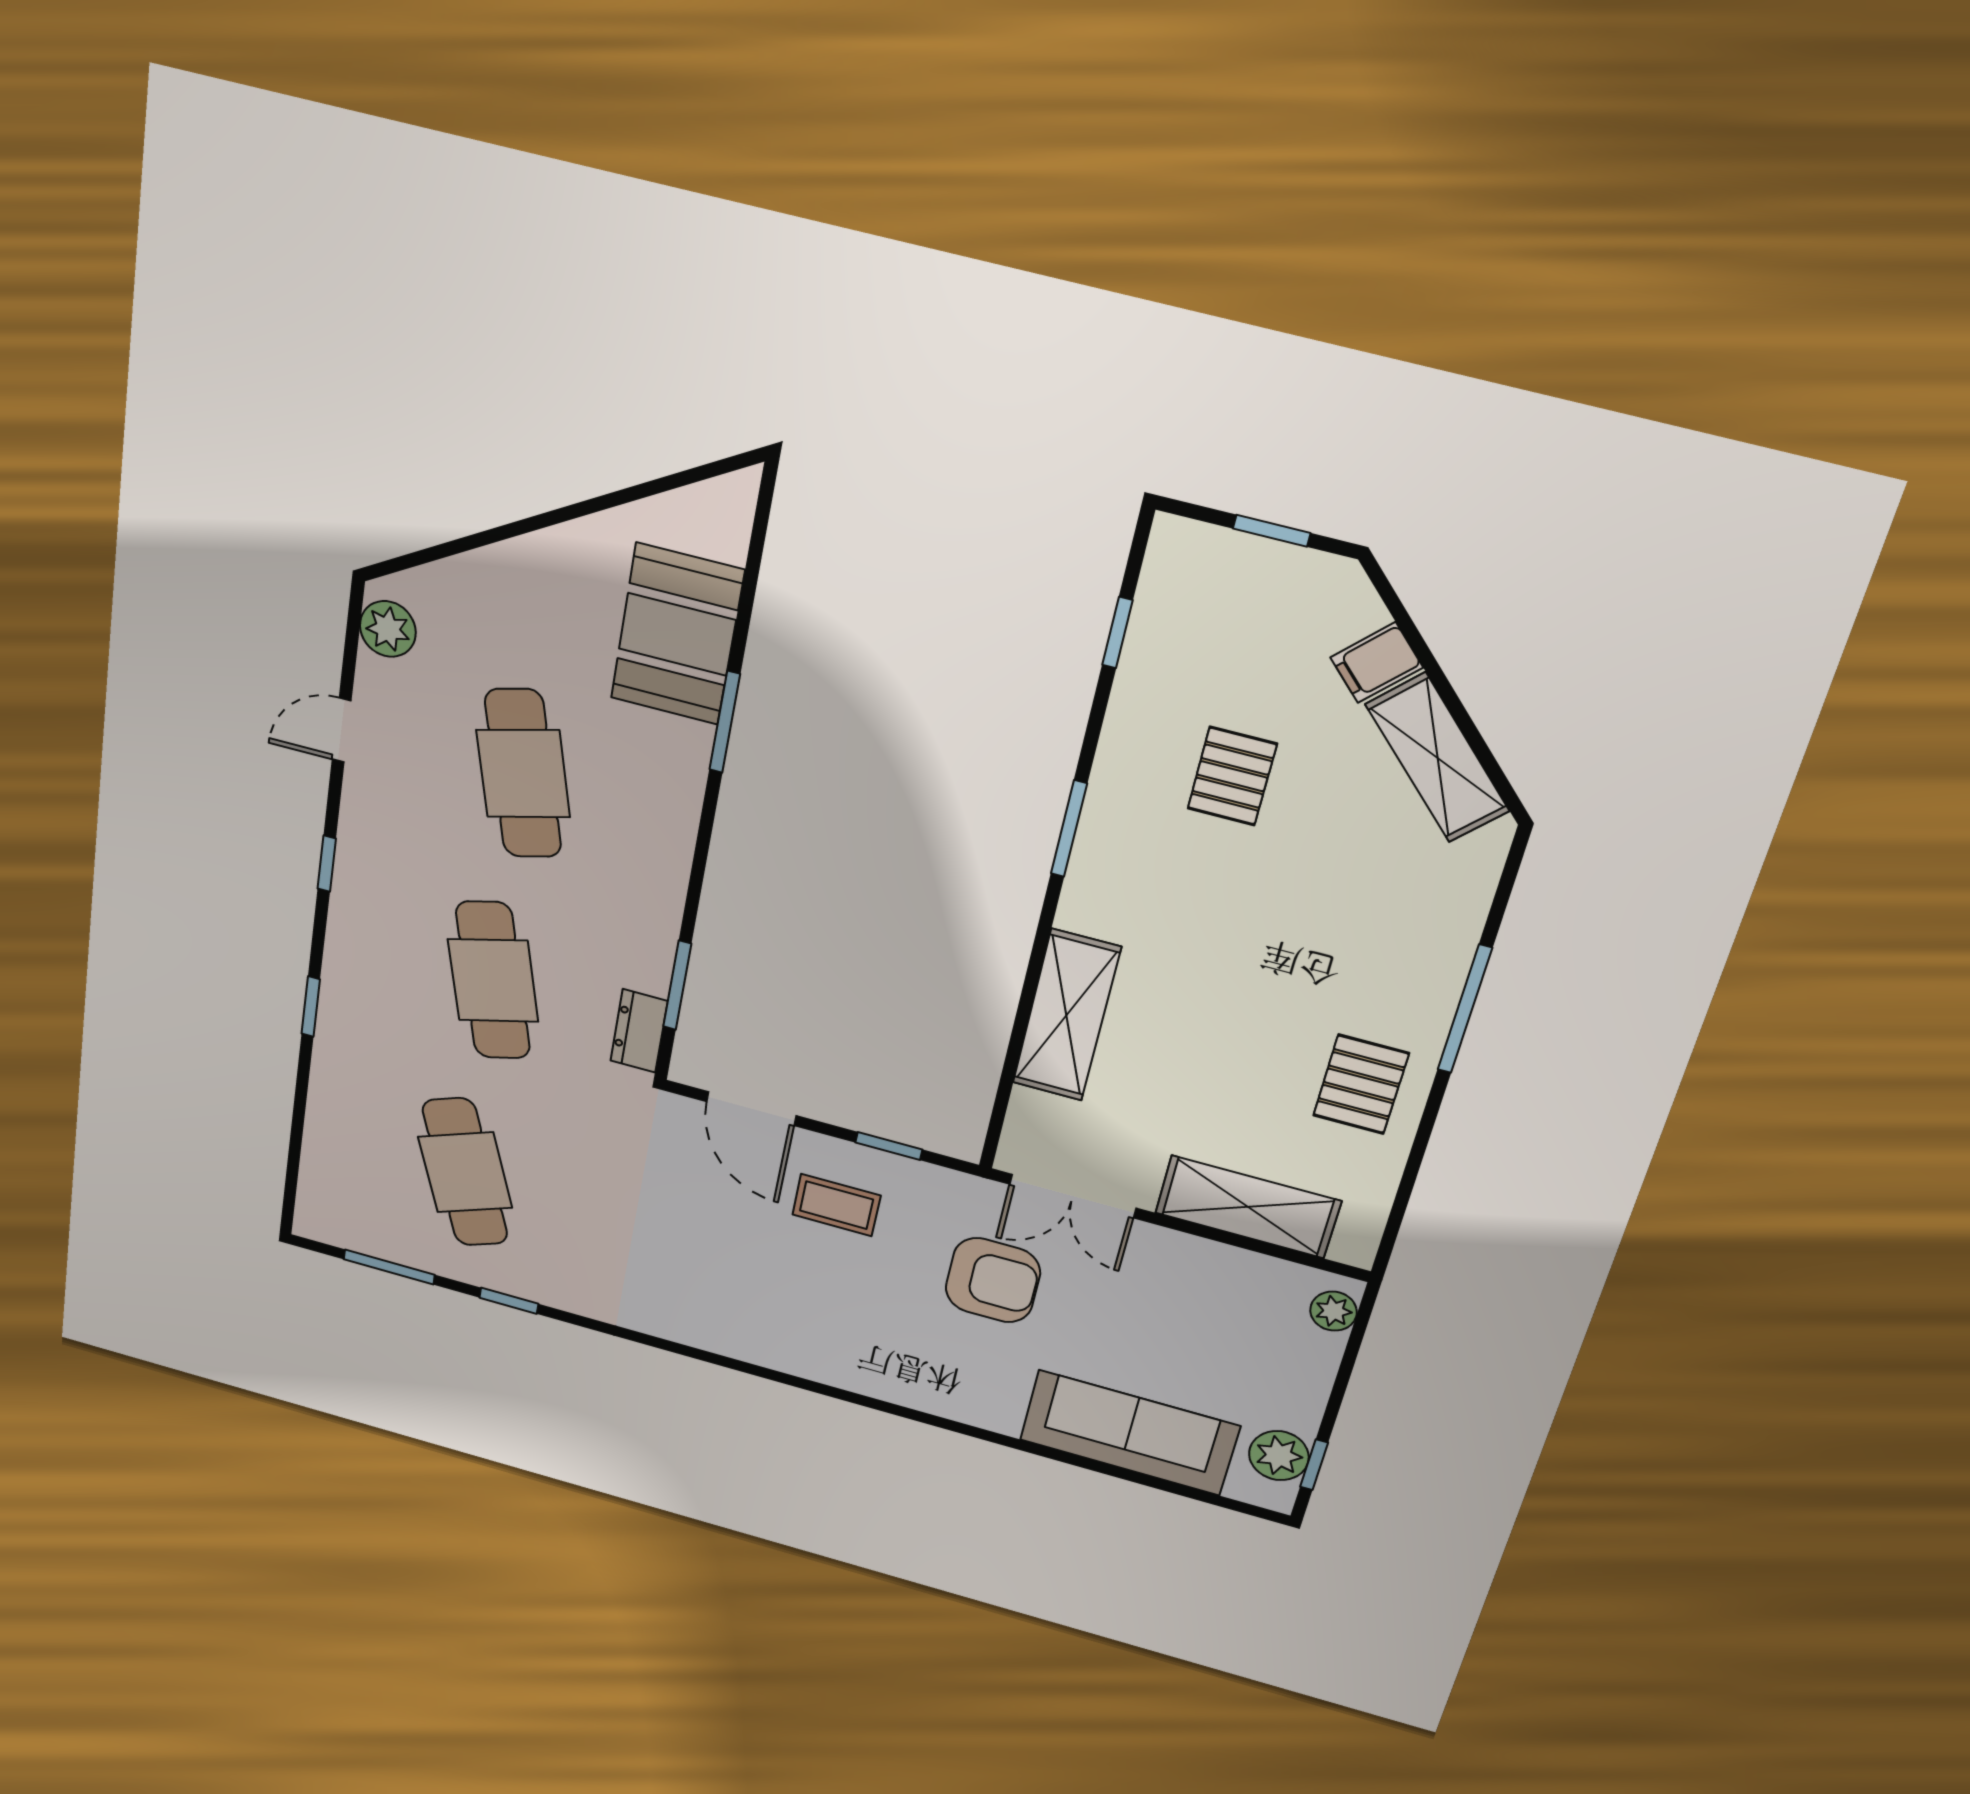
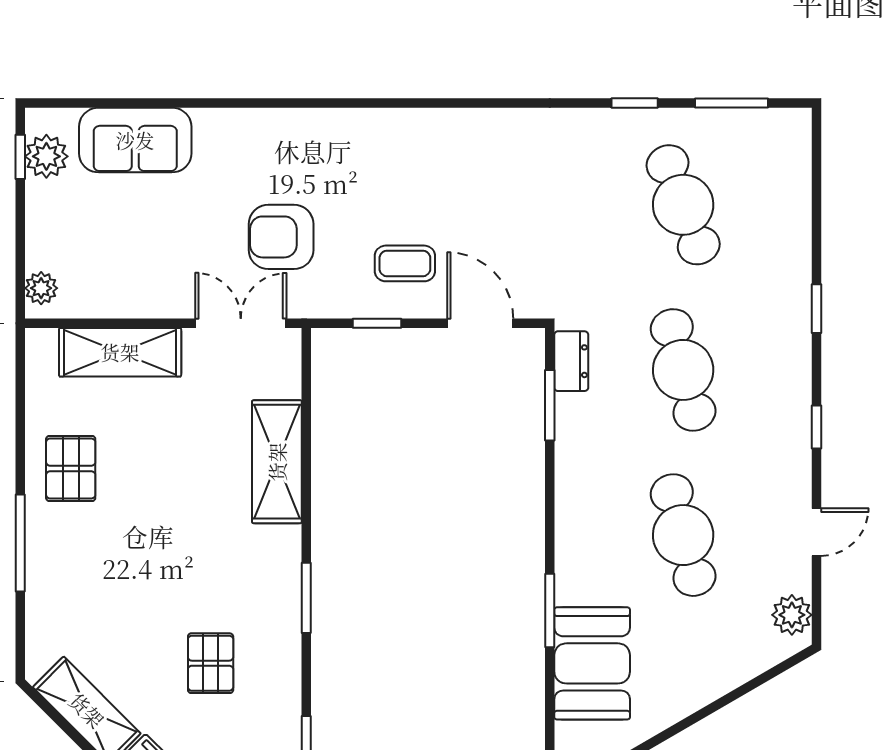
sofa: (1129, 1433) -> (135, 140), width x0.73

